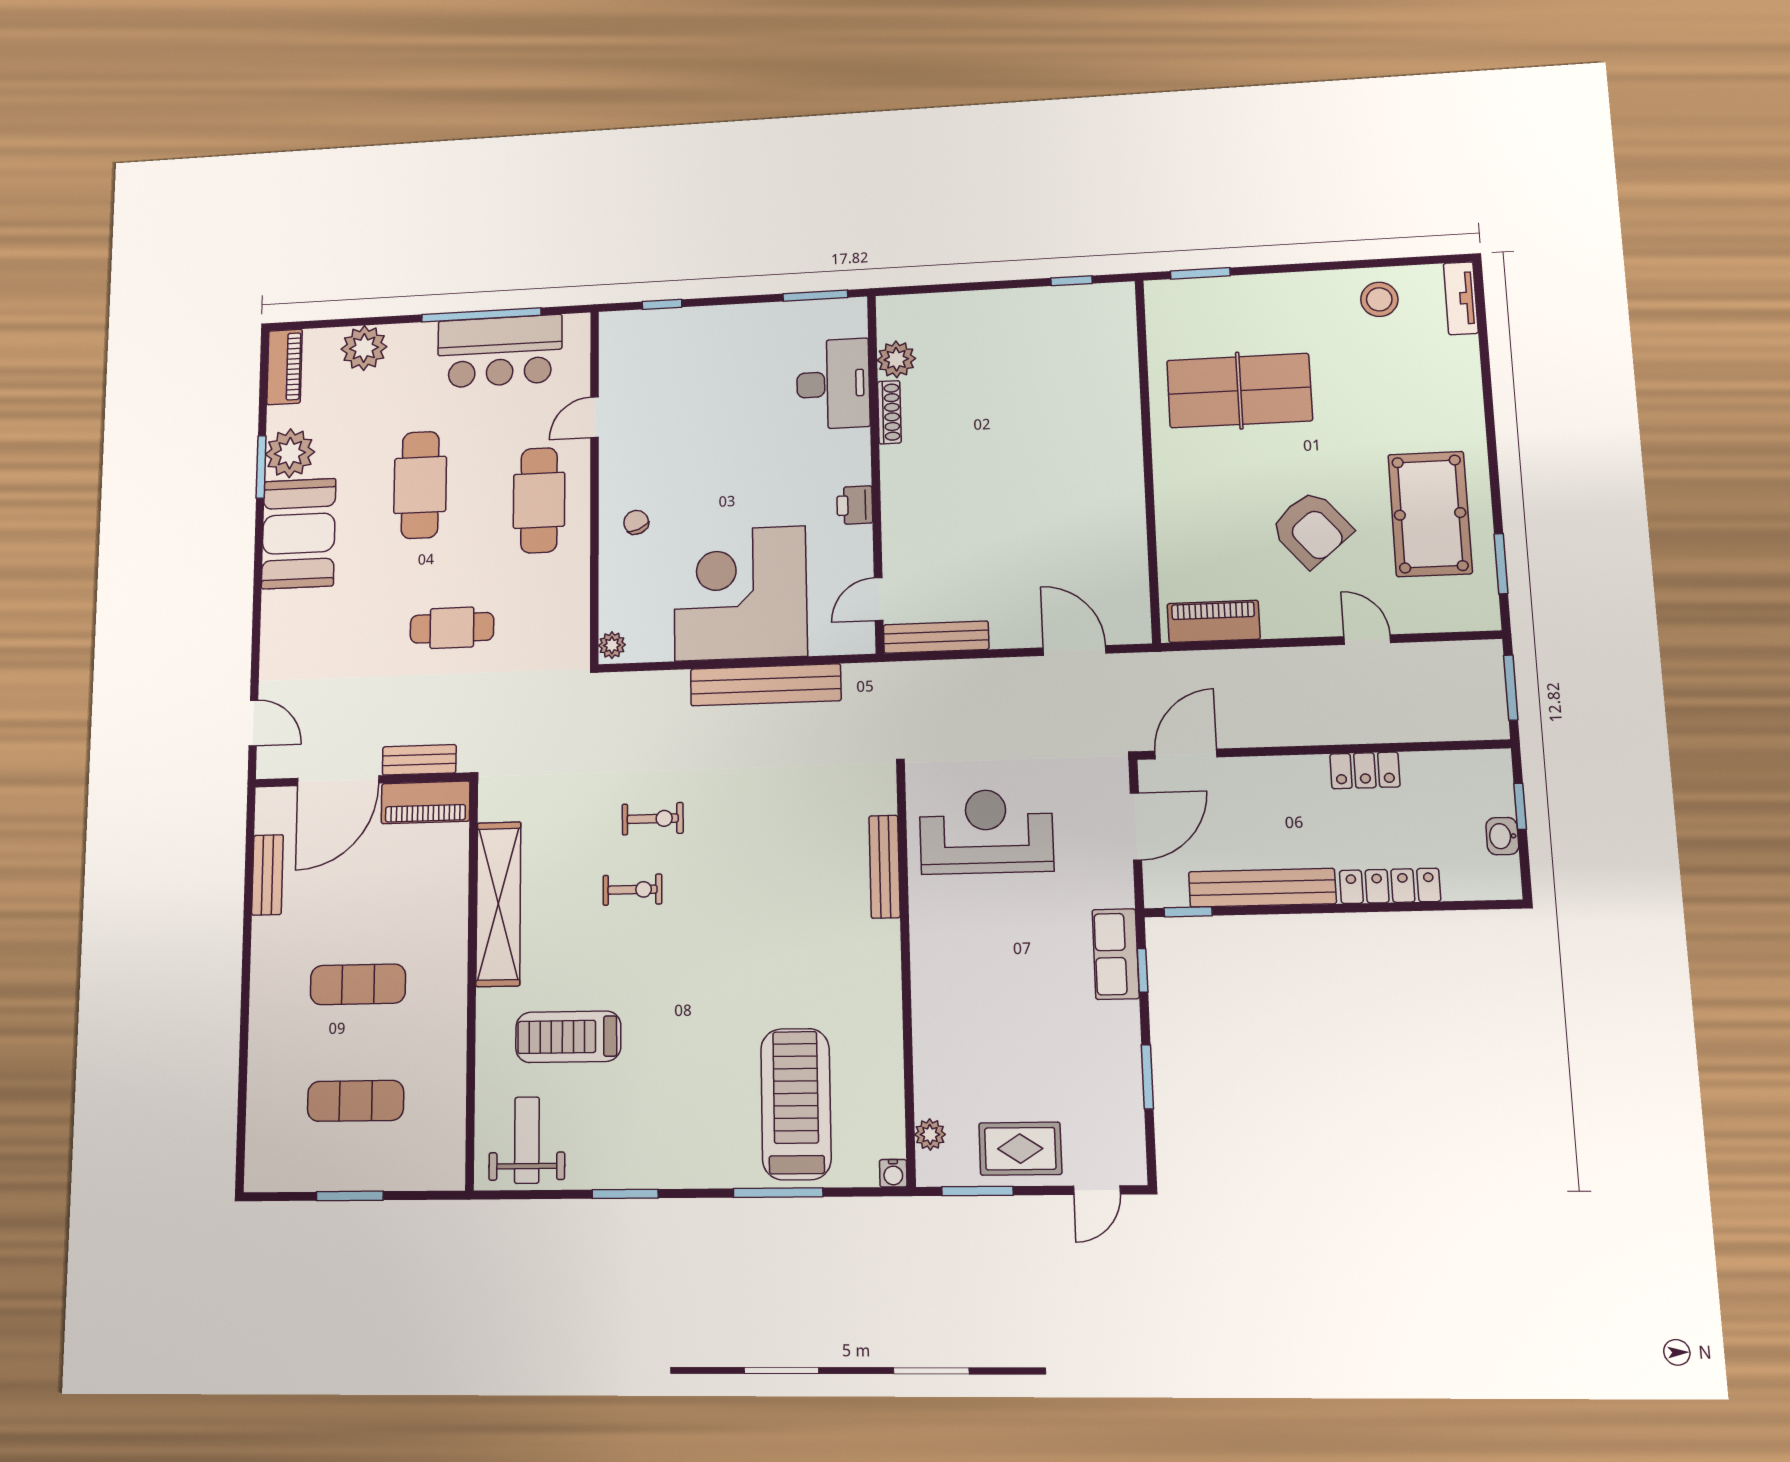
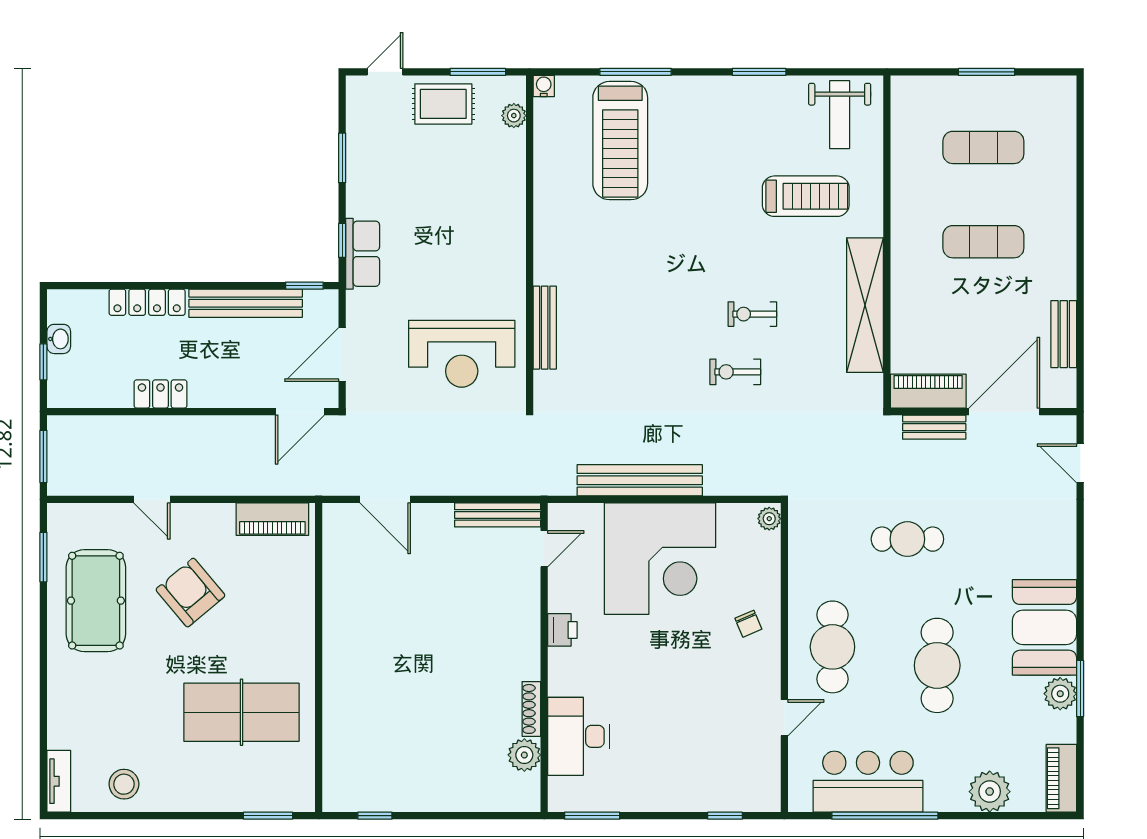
plant: (290, 453) -> (1060, 694), width x0.73, depth x0.73

